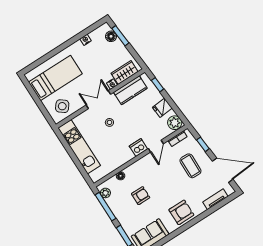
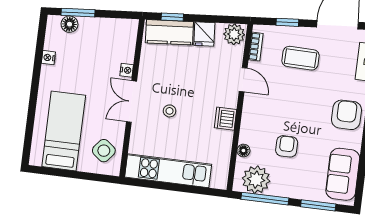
wardrobe: (125, 72) -> (125, 44), removed
kitchen counter: (130, 90) -> (169, 32), moved, turned 85
dishwasher: (138, 147) -> (225, 119), moved
plant: (105, 193) -> (256, 180), width x1.87, depth x1.87

